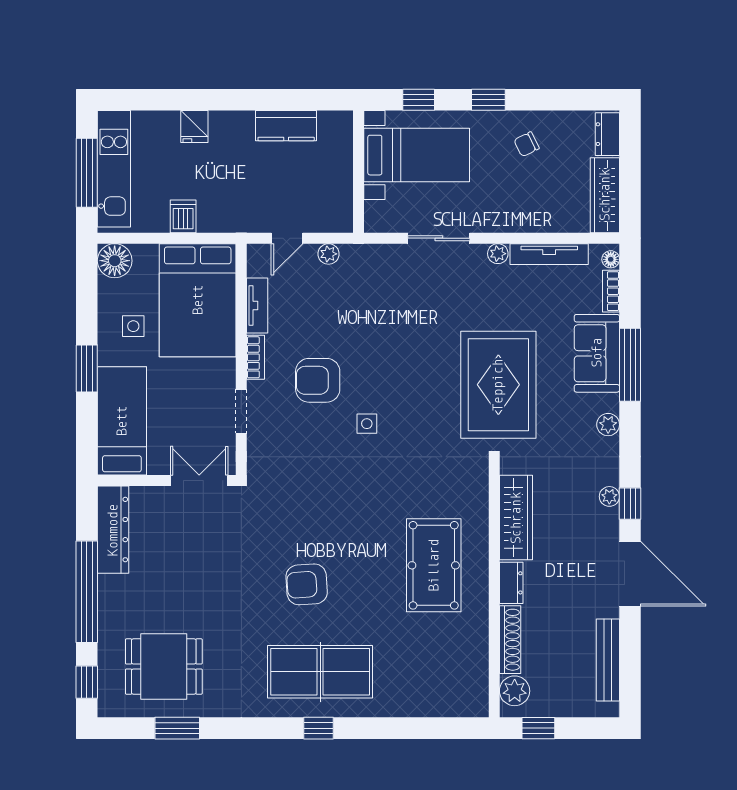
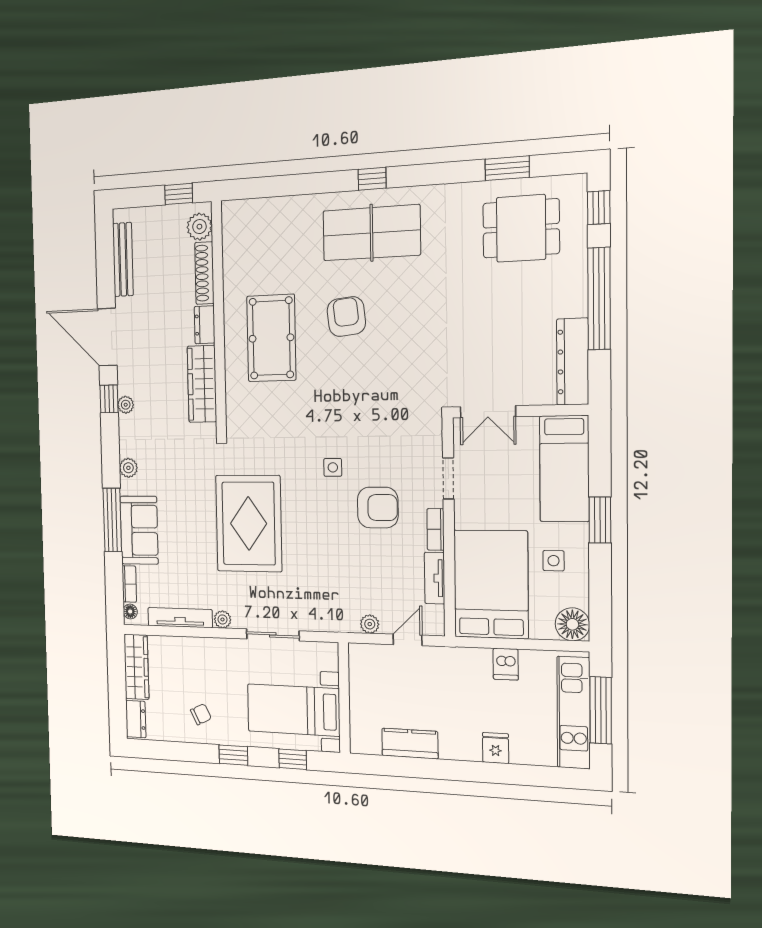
rug: (498, 385) -> (249, 523), moved
armchair: (307, 584) -> (346, 317), moved, turned -92

